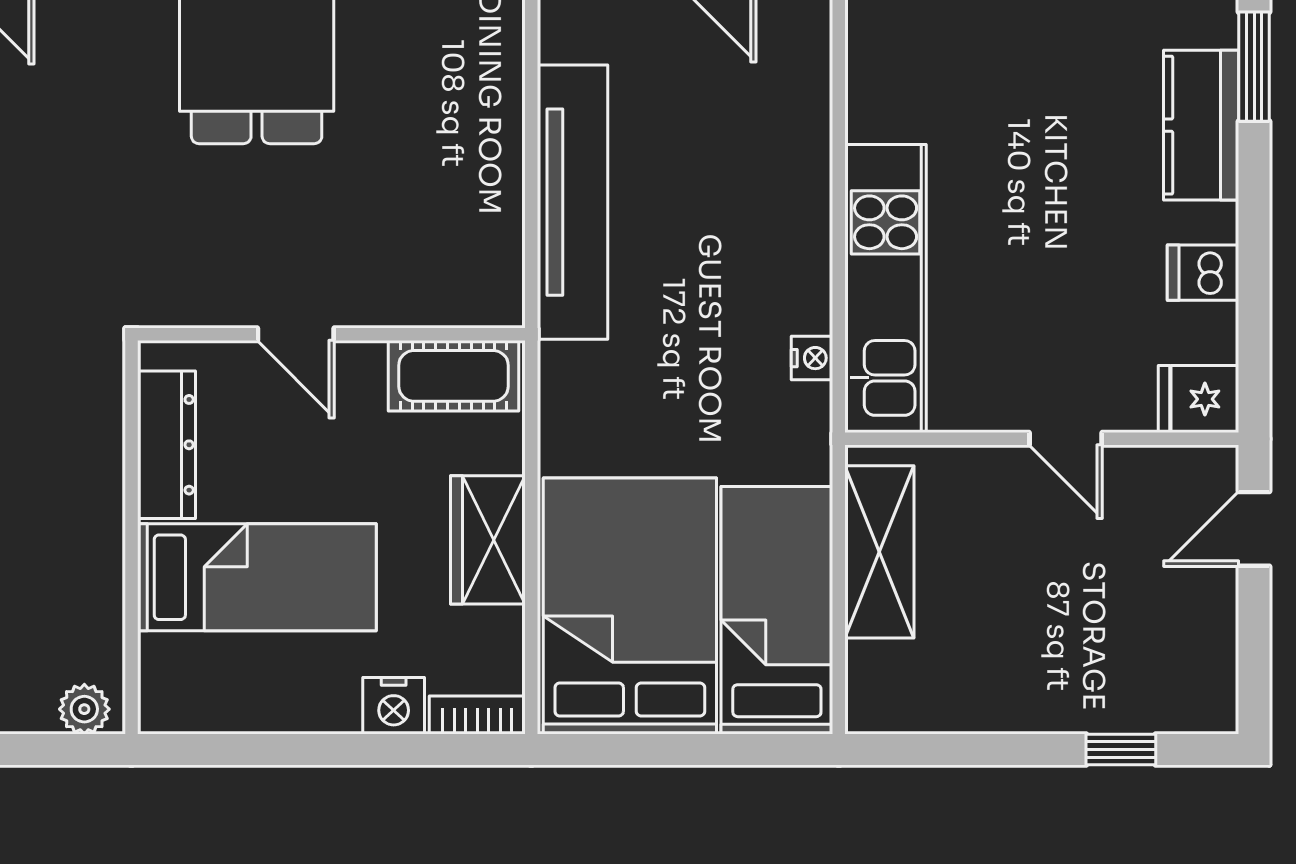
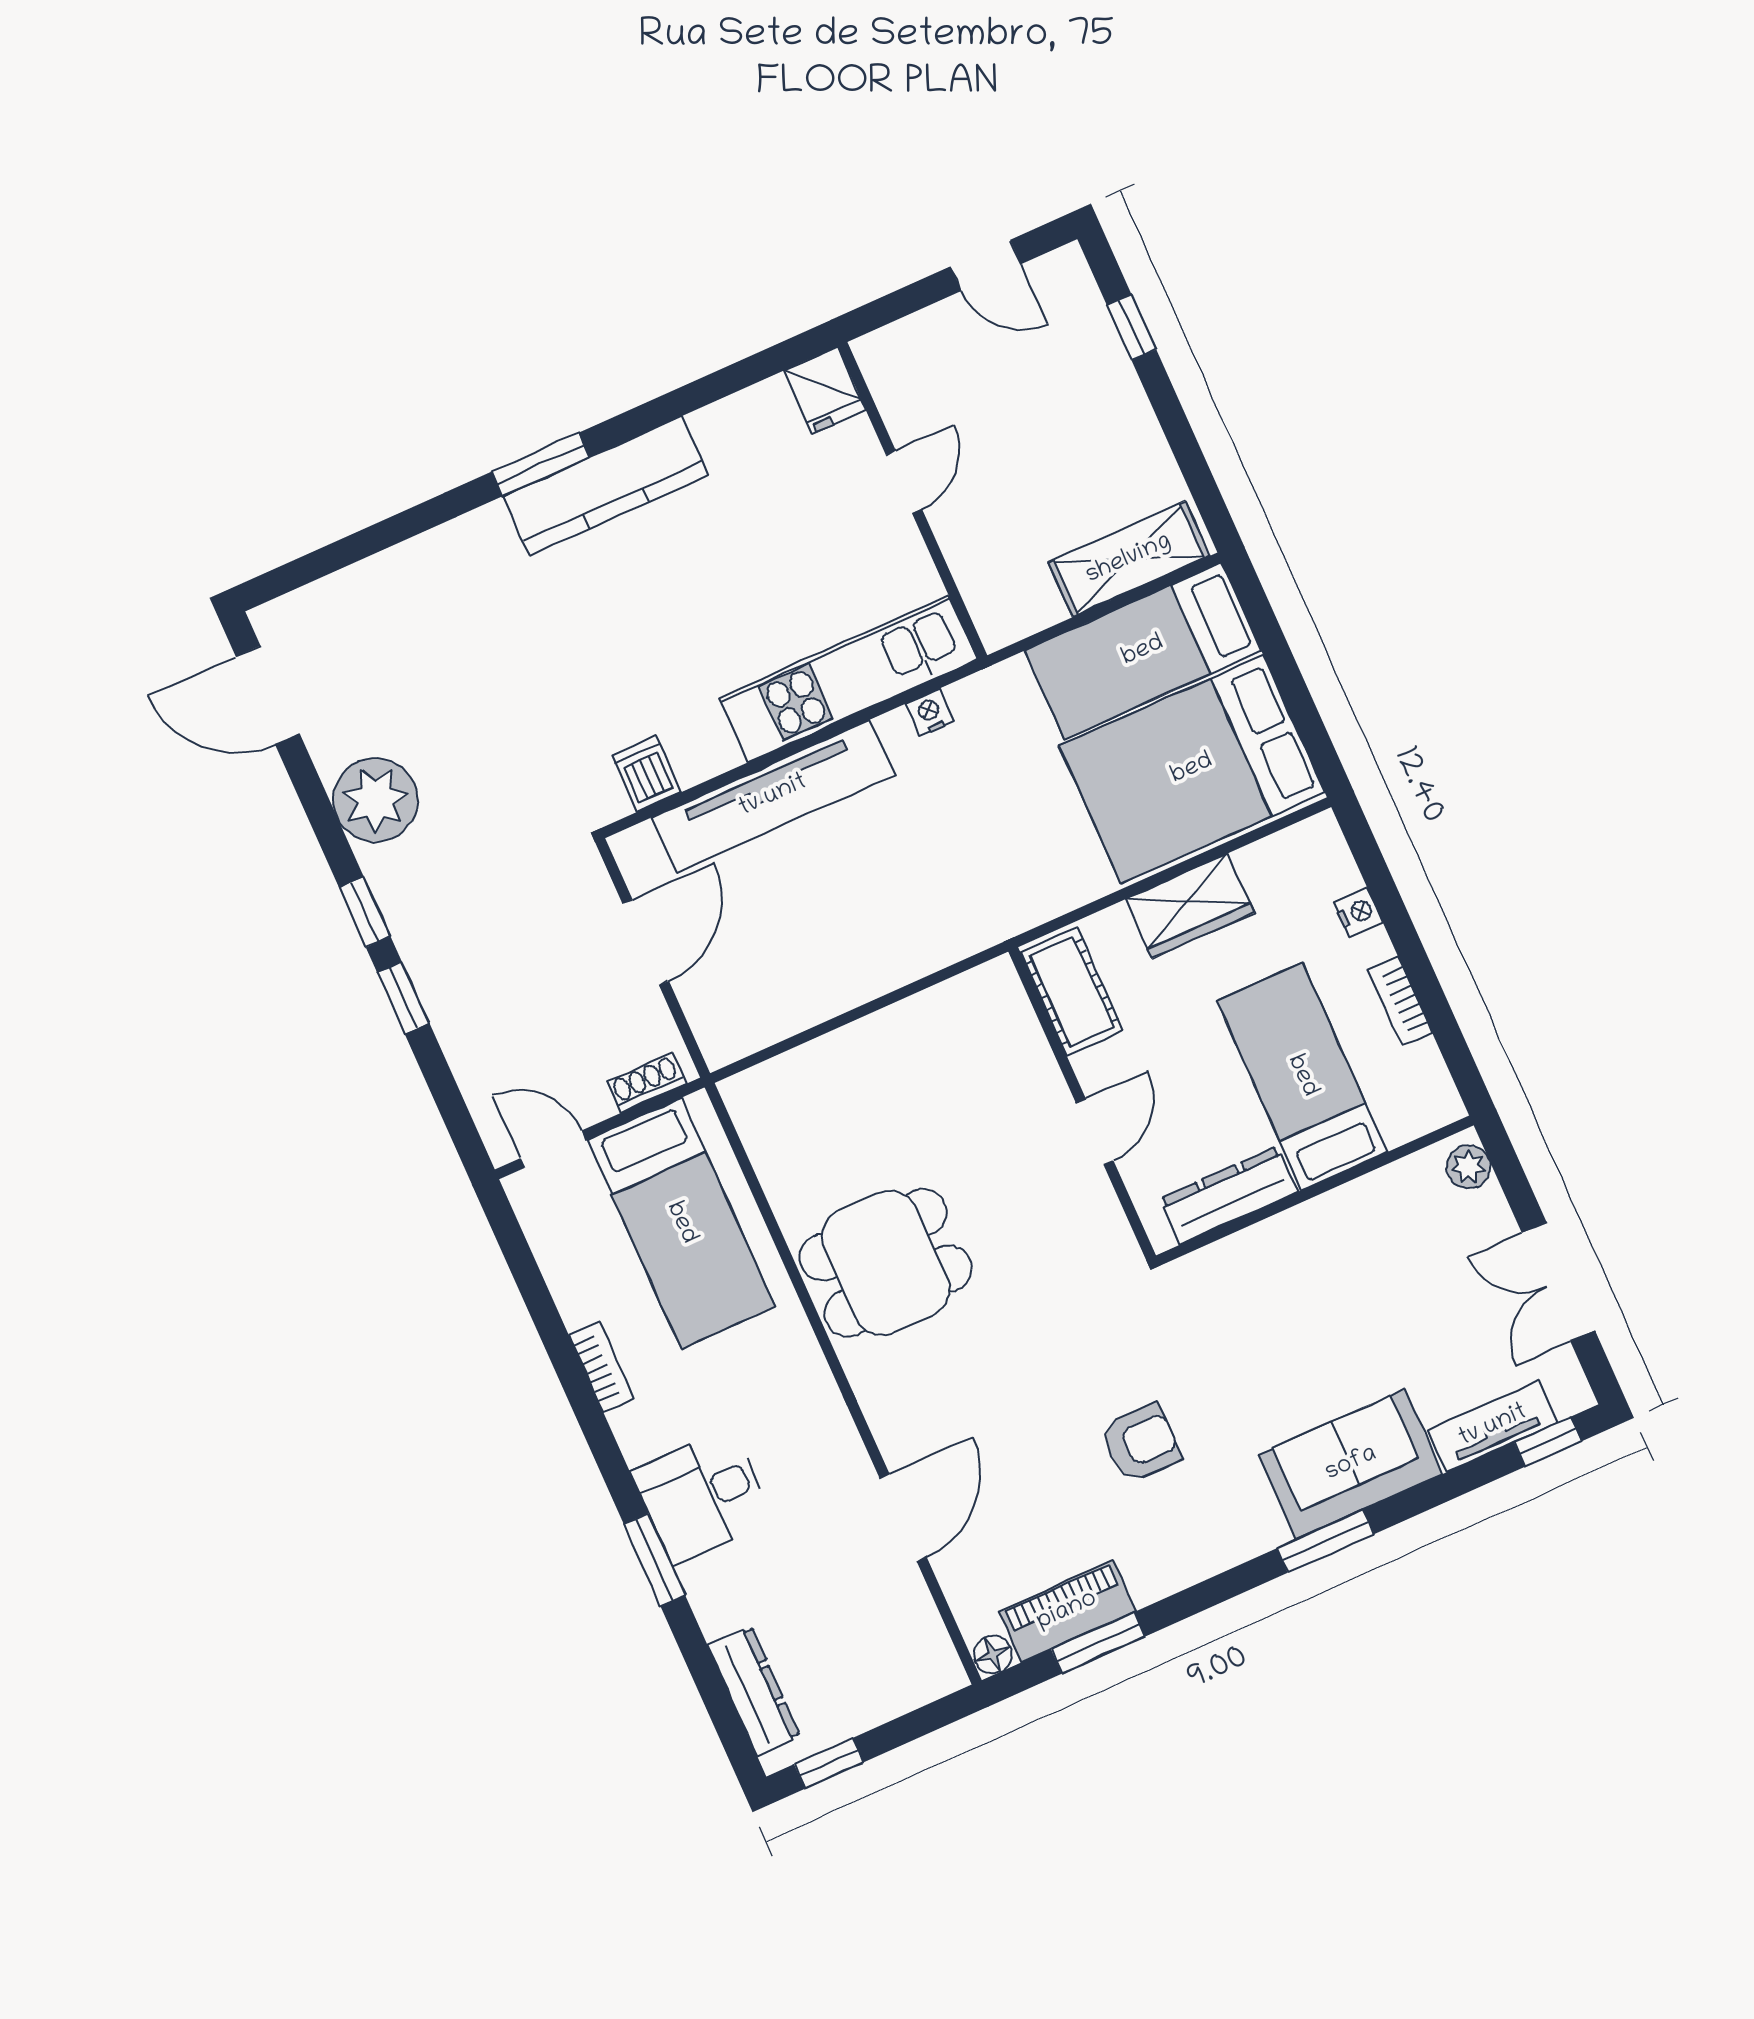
kitchen counter: (1201, 125) -> (606, 486), width x1.50
tv unit: (573, 202) -> (773, 796), moved, turned 180
dishwasher: (1203, 273) -> (646, 774), moved, turned 180
door: (1254, 529) -> (986, 265), moved
shelving: (879, 552) -> (1129, 559), moved
nightstand: (394, 706) -> (1358, 912), width x0.72, depth x0.74
bookcase: (477, 715) -> (1400, 1001), moved

